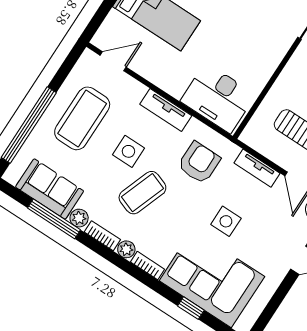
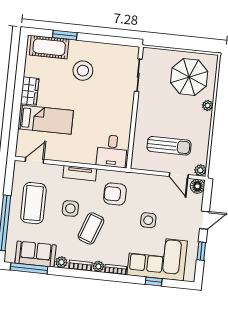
desk: (218, 98) -> (112, 151), width x0.73
armchair: (199, 163) -> (115, 194), turned -90
tv unit: (257, 168) -> (150, 180), removed
window: (54, 219) -> (29, 268), moved
window: (276, 300) -> (201, 251), added

